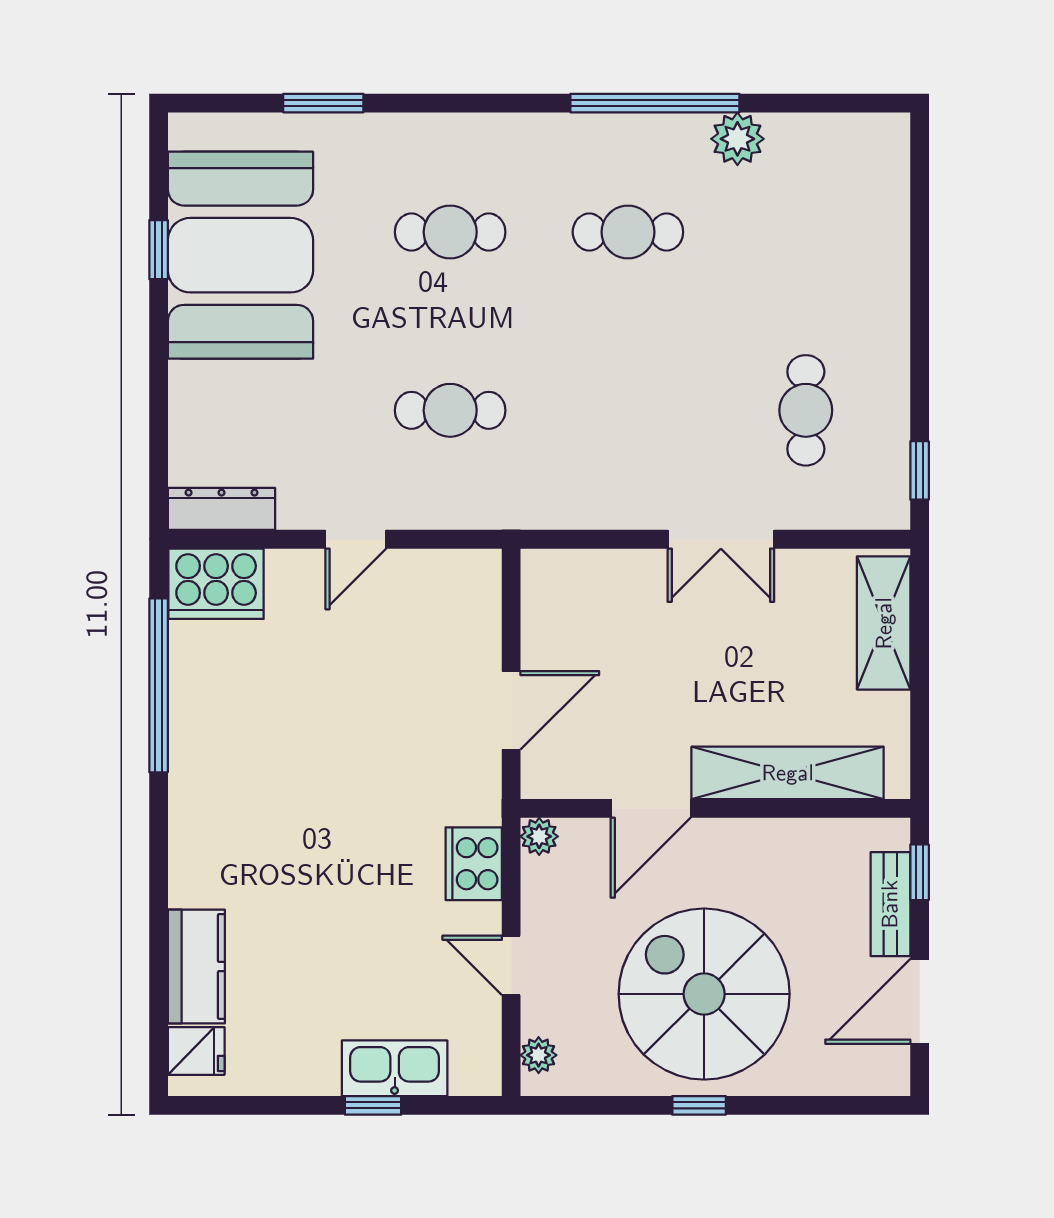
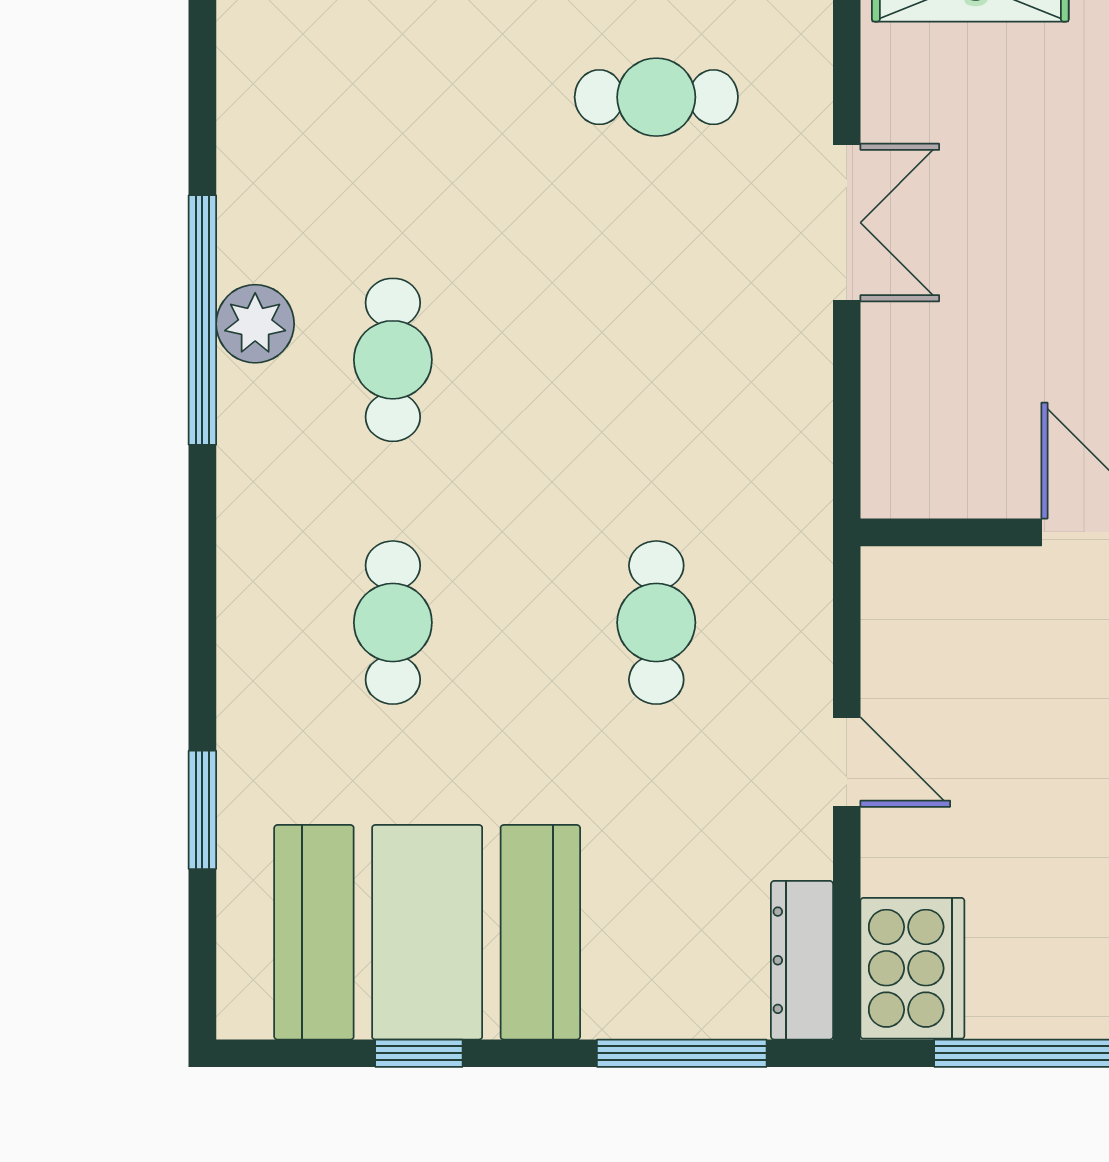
plant: (737, 139) -> (255, 324), moved
window: (159, 428) -> (682, 1053), added

